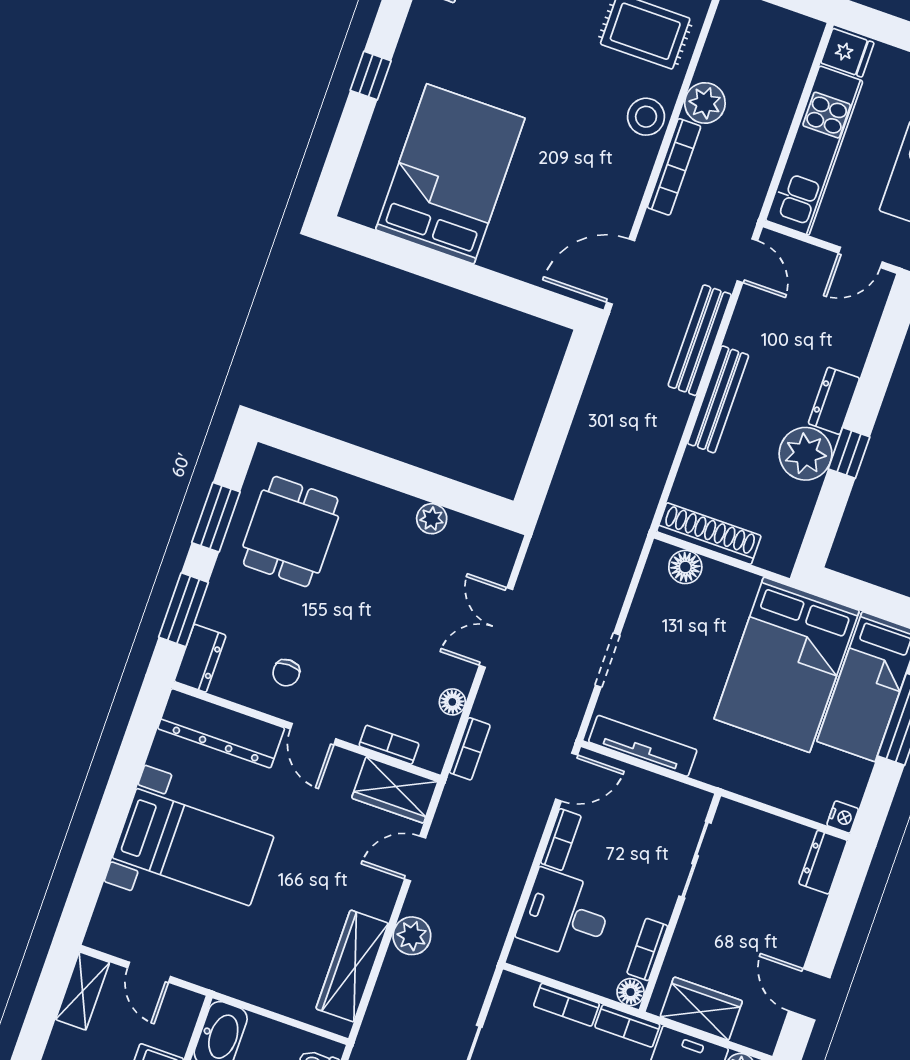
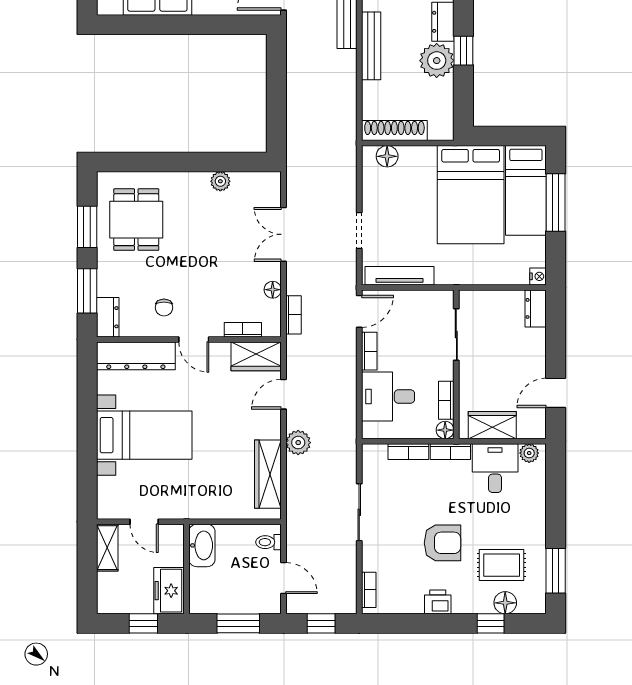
door: (809, 994) -> (556, 393), hinge flipped

